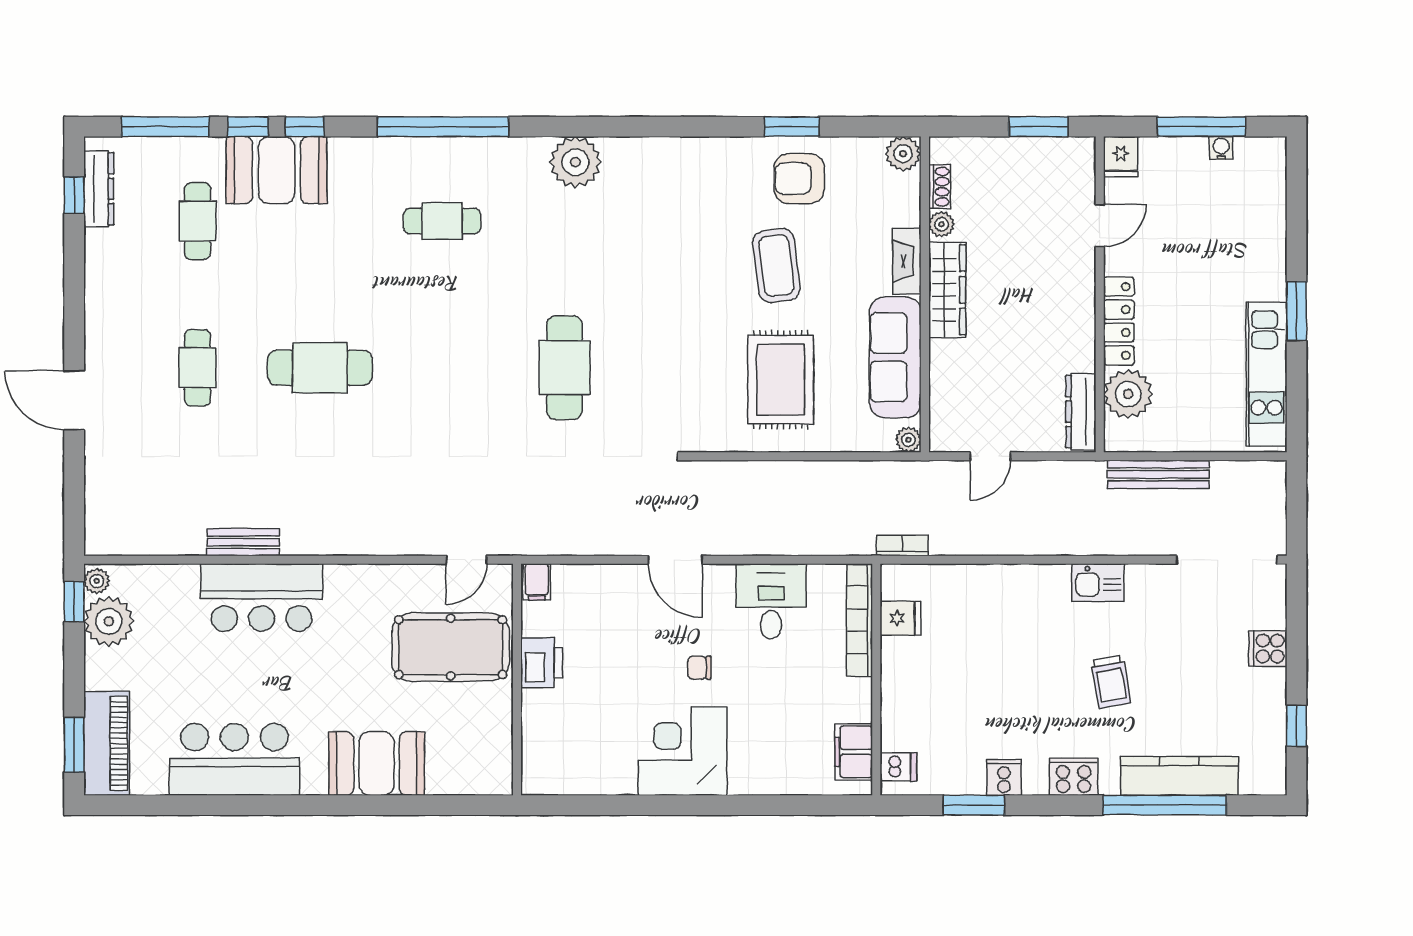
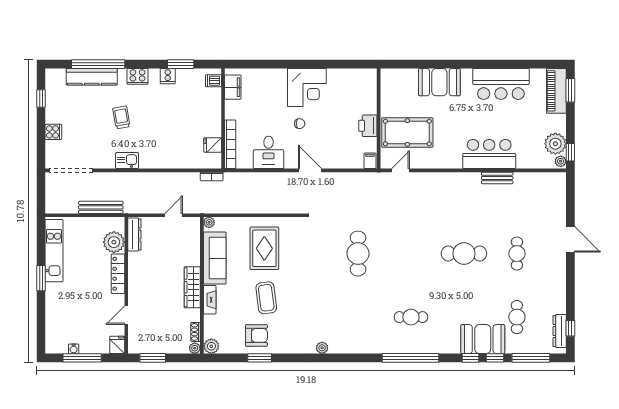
plant: (575, 162) -> (322, 348), moved, width x0.53, depth x0.53
plant: (942, 224) -> (195, 348), moved

